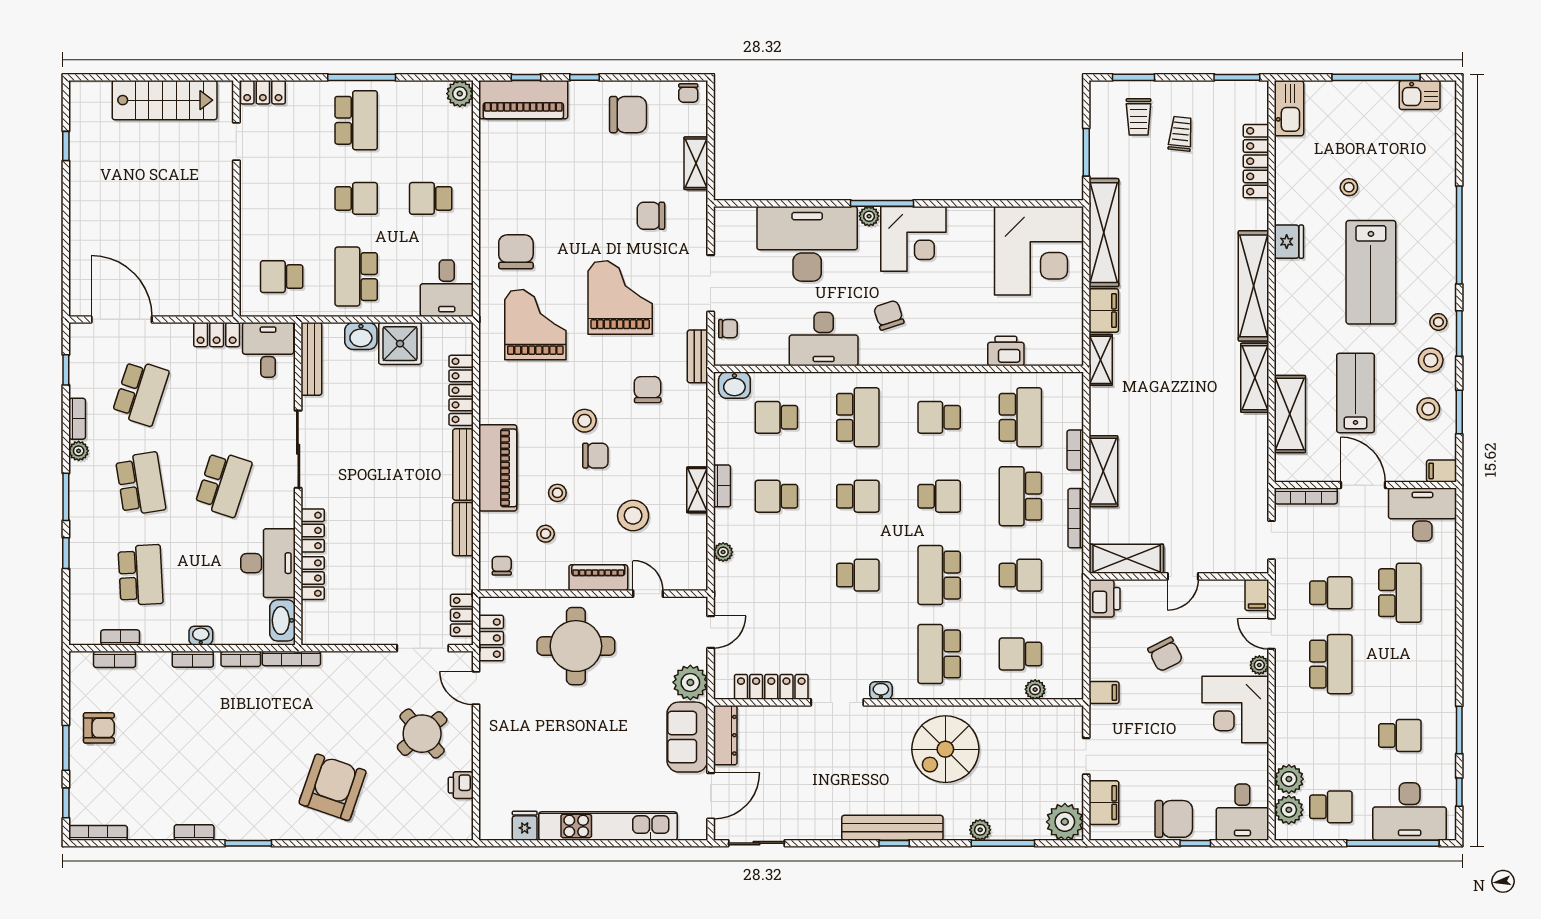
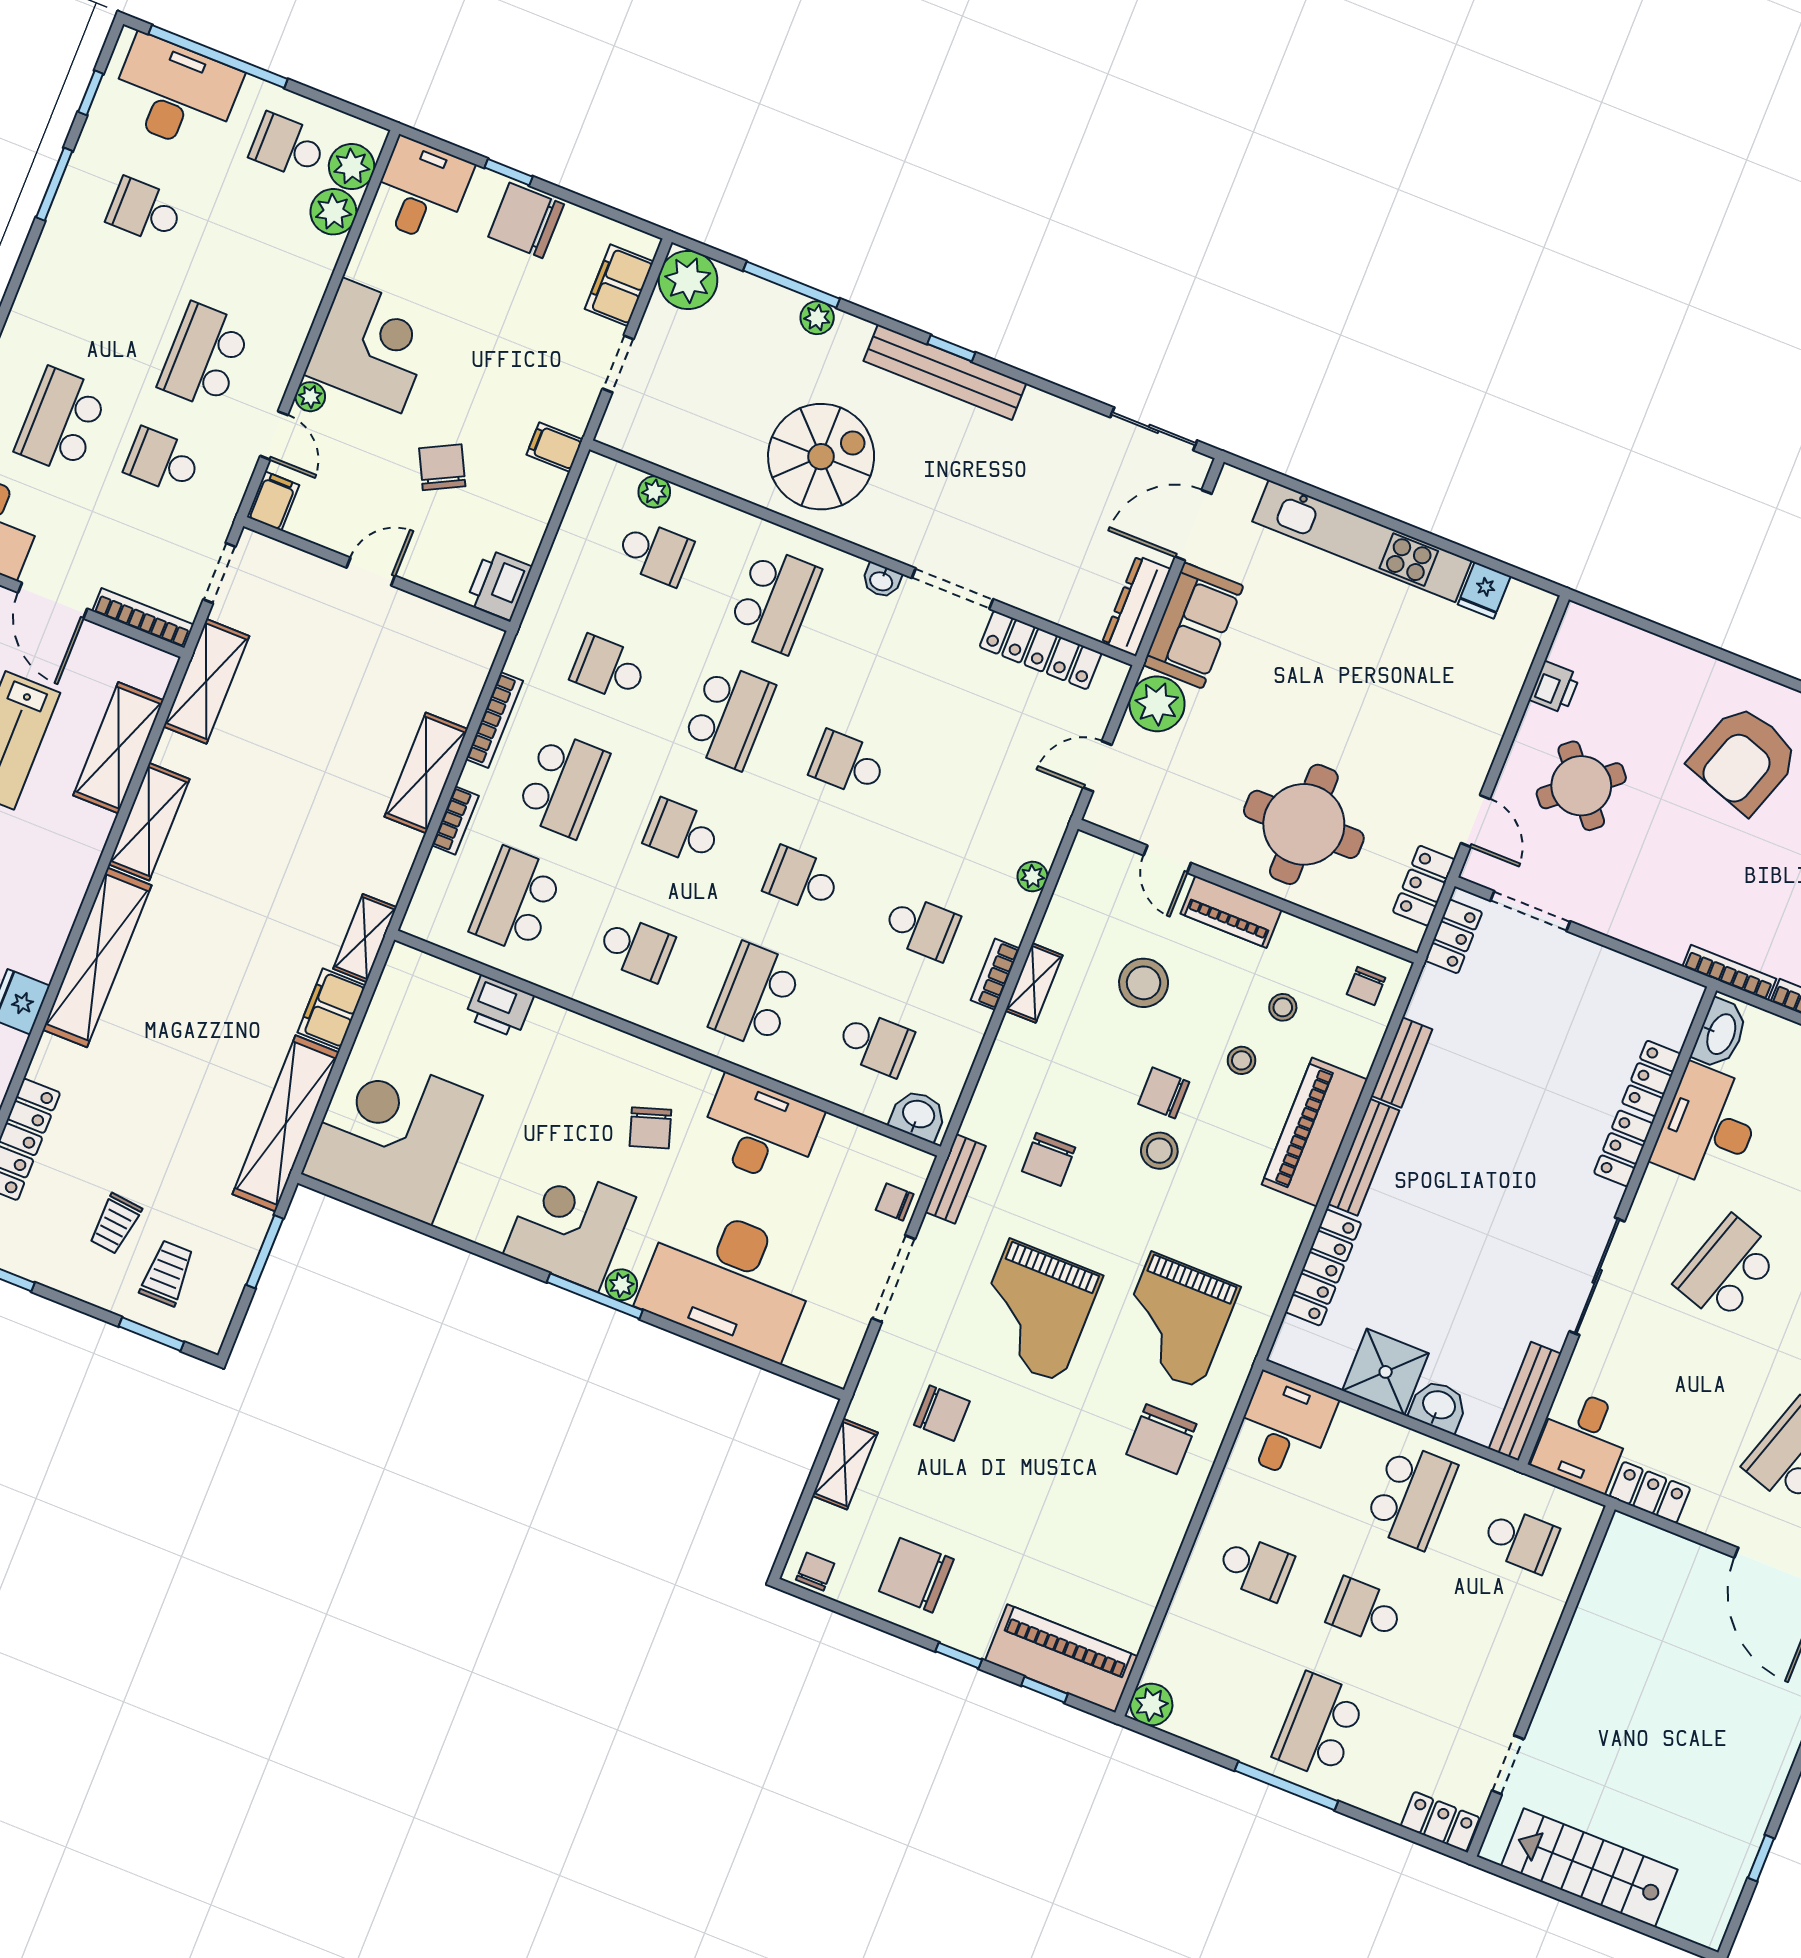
shelving: (1127, 559) -> (206, 681), moved, turned 90

